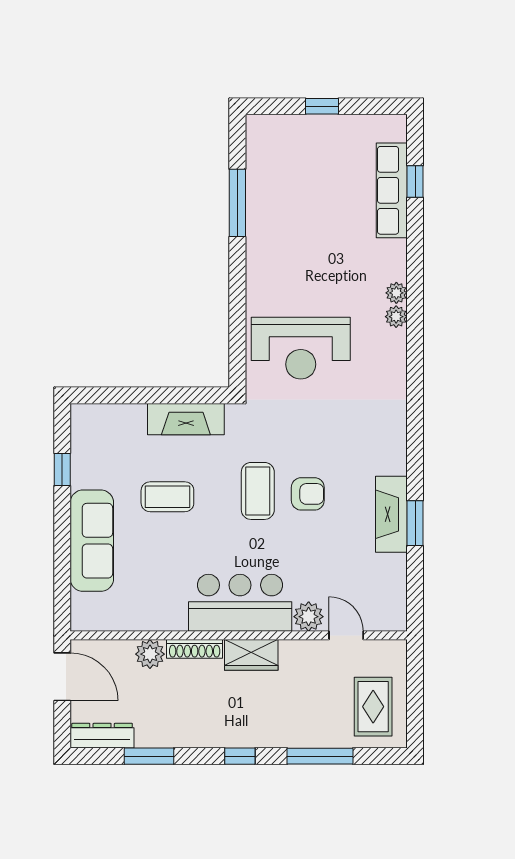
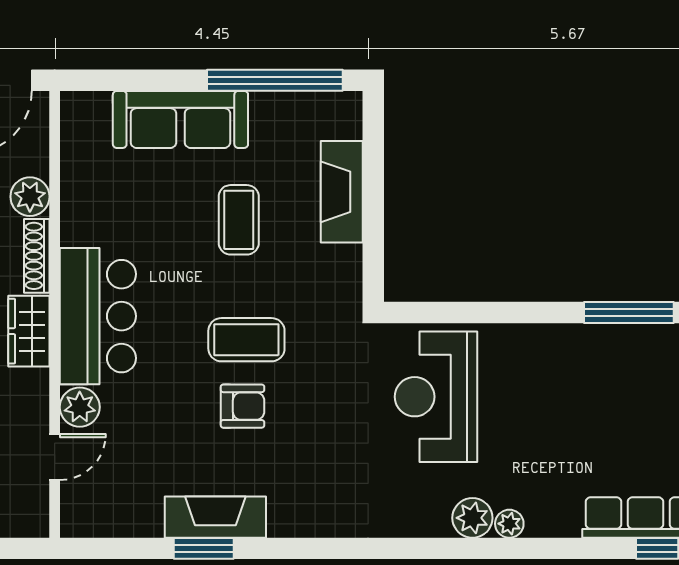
plant: (396, 317) -> (472, 518), width x1.38, depth x1.38
fireplace: (186, 419) -> (342, 192), moved
window: (62, 469) -> (275, 80), width x3.17
armchair: (308, 494) -> (242, 406), turned -90

